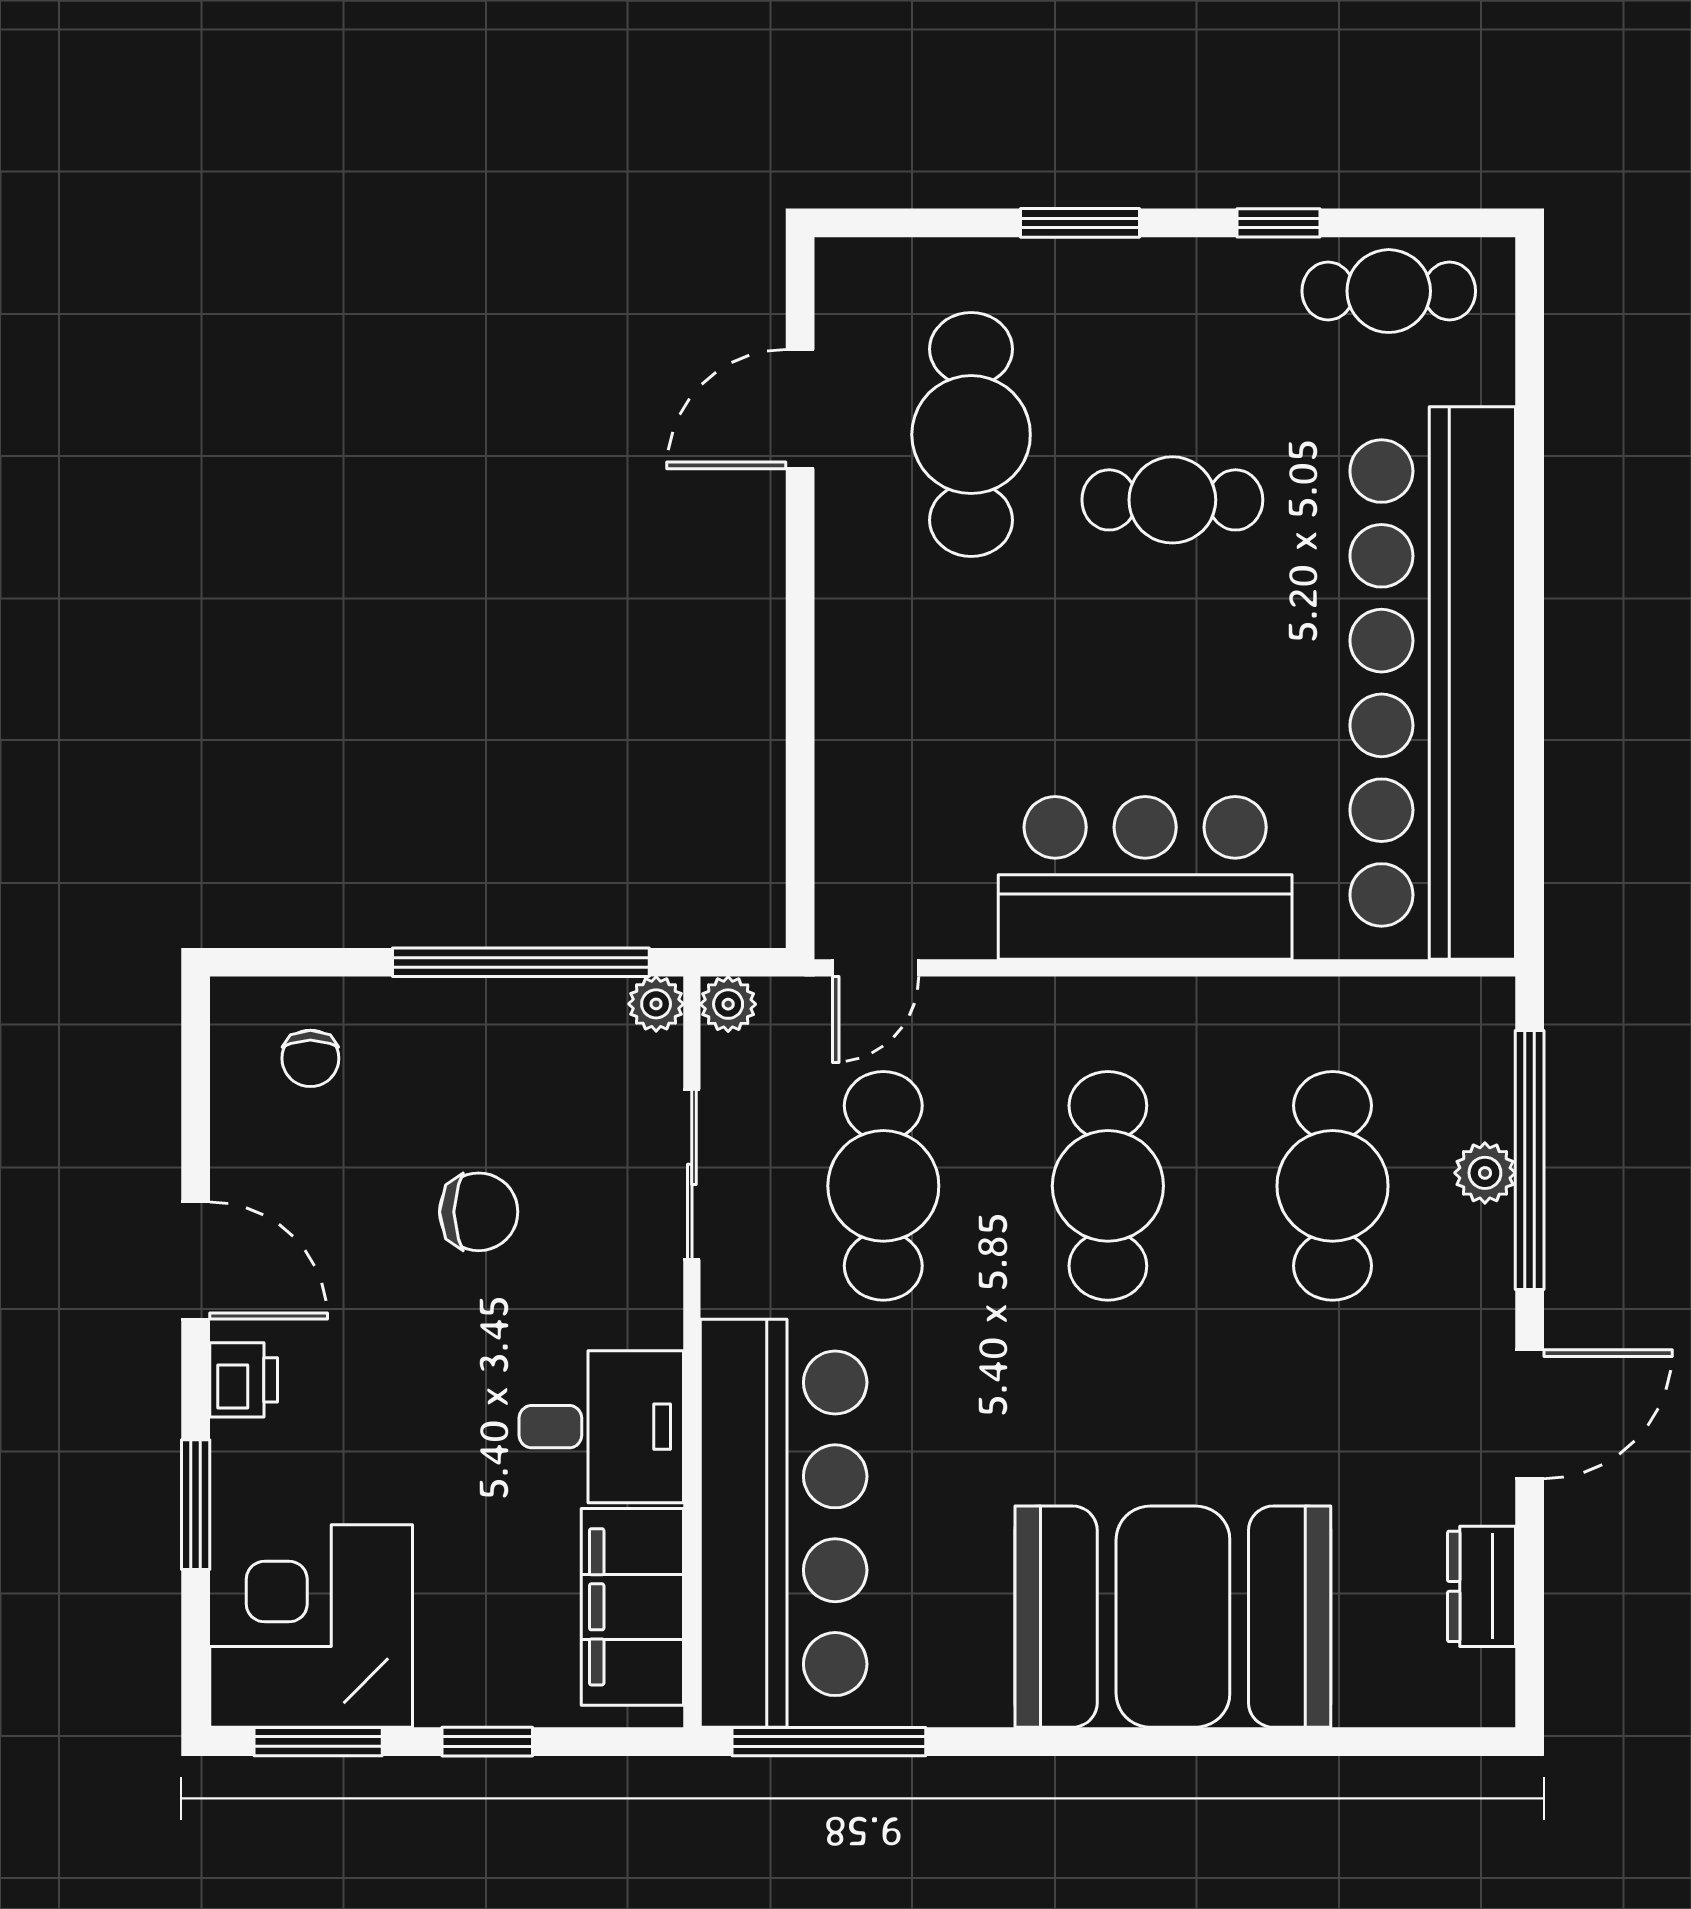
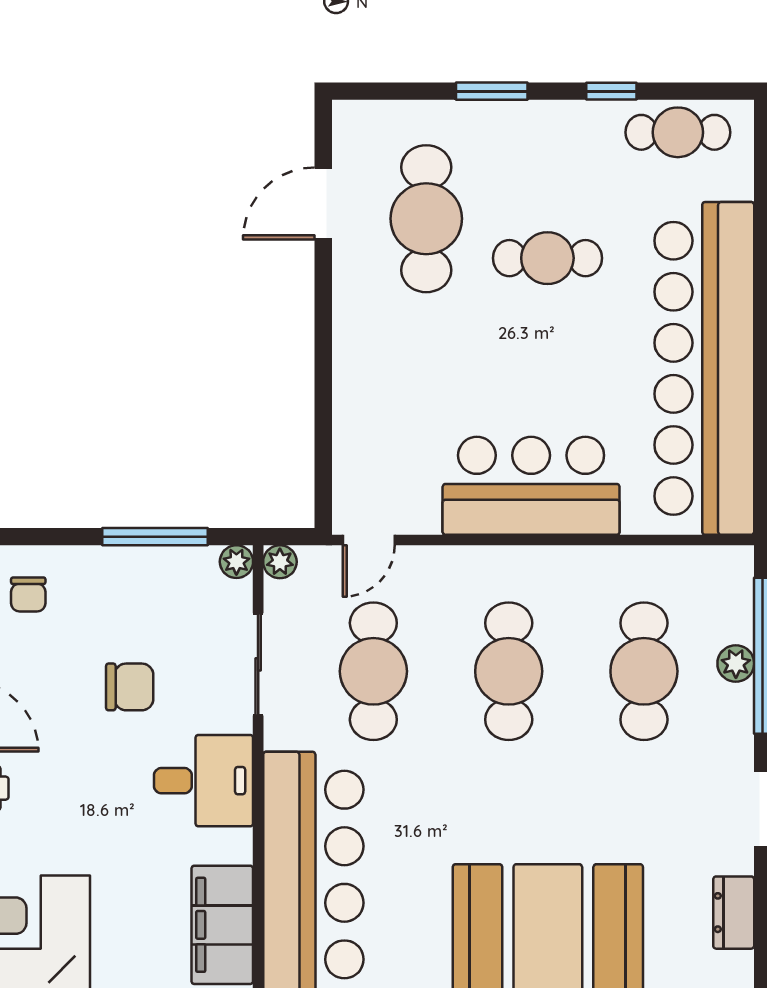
window: (521, 962) -> (155, 537), width x0.68
desk: (601, 1427) -> (204, 781), moved

